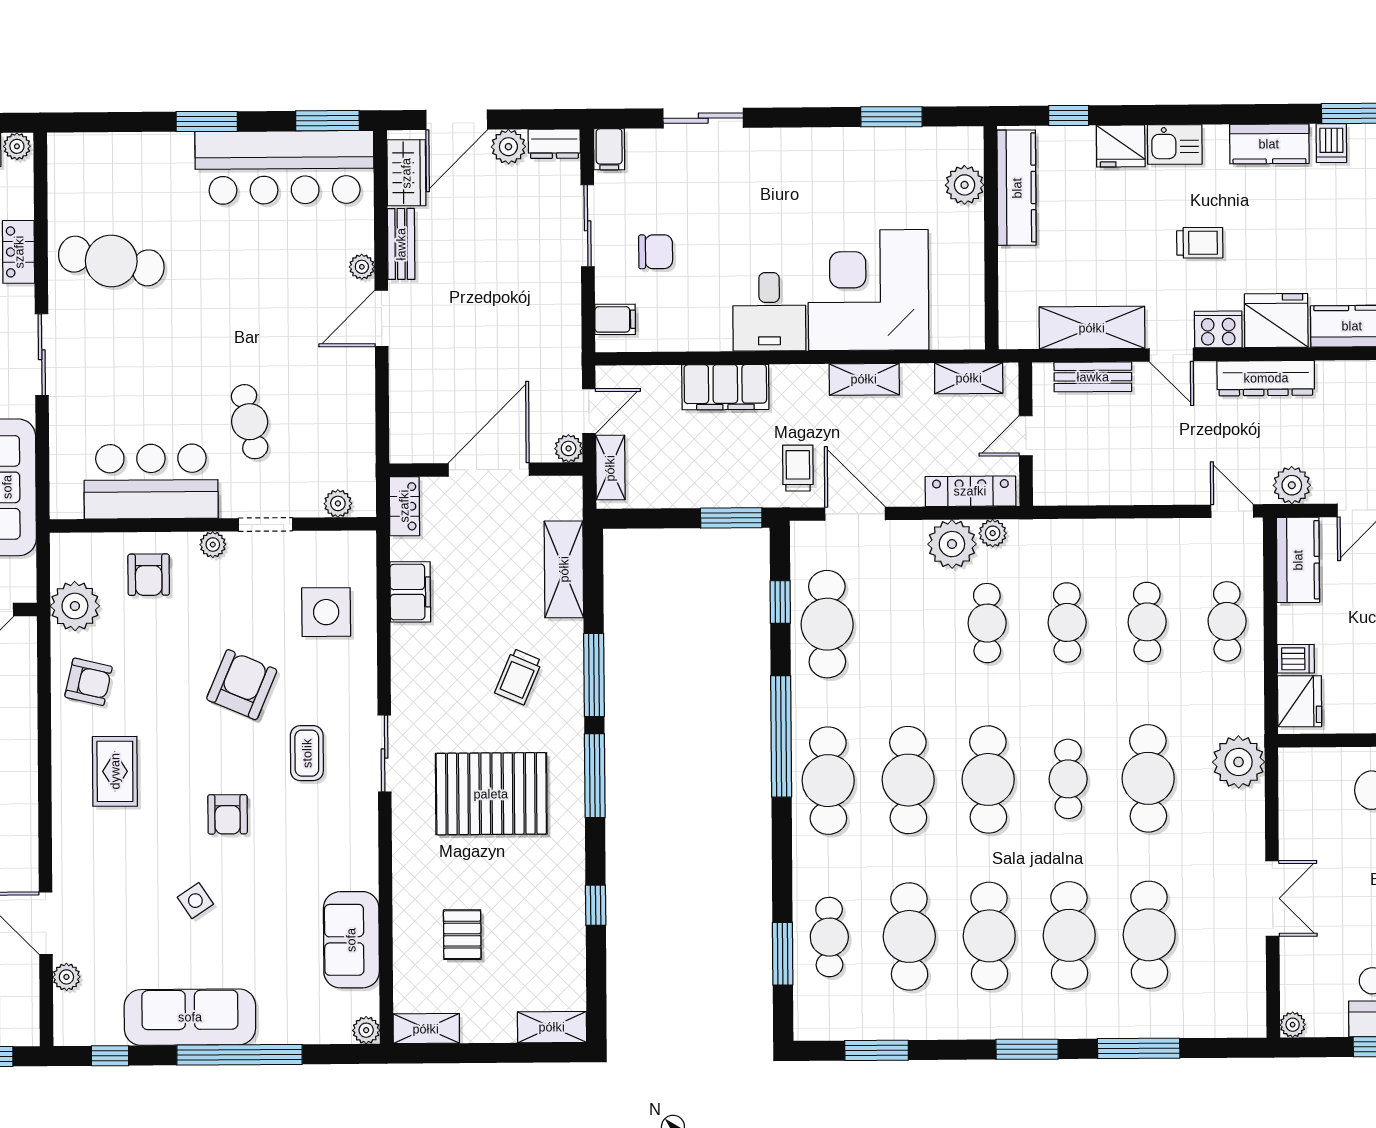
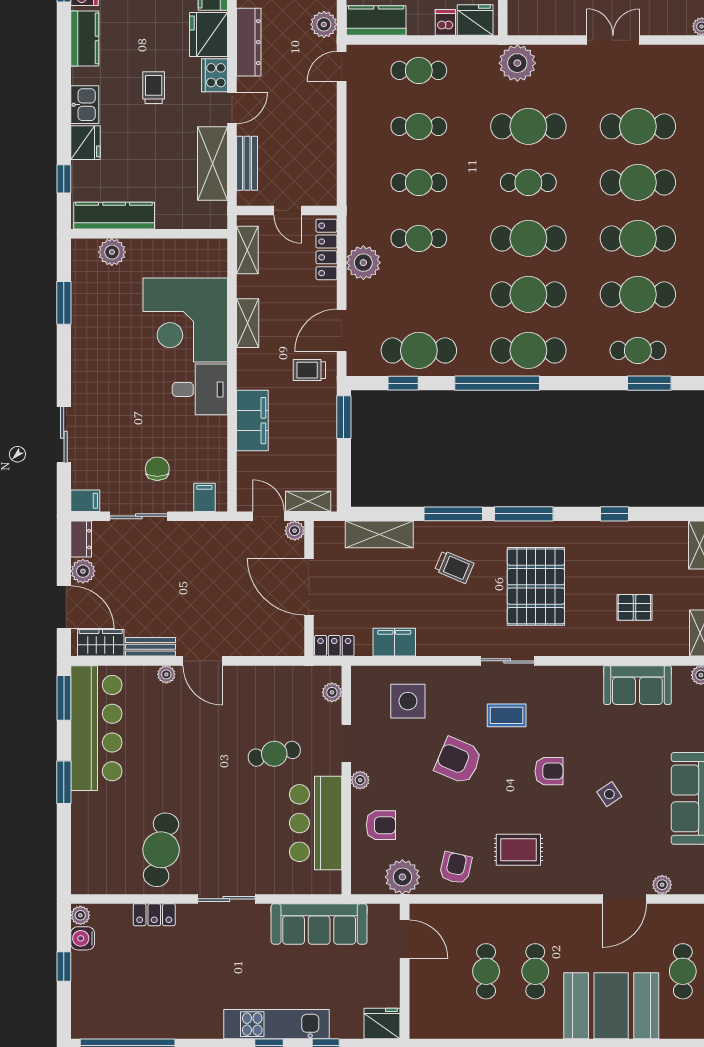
plant: (993, 533) -> (356, 234), removed

